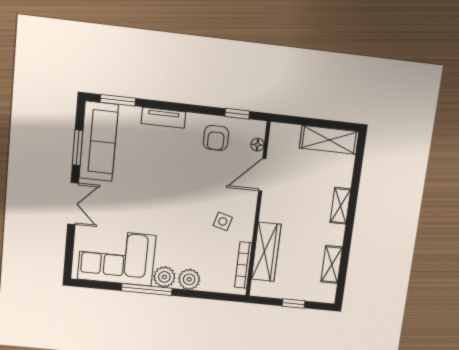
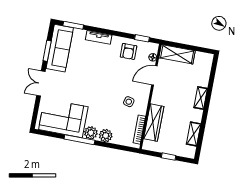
shelving: (329, 140) -> (177, 54), moved
double door: (73, 204) -> (41, 84), swing flipped

